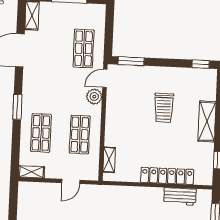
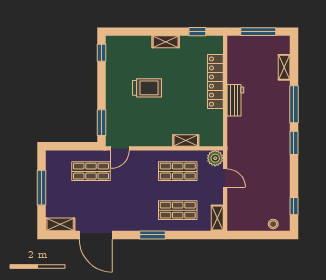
door: (105, 78) -> (120, 148), hinge flipped
plant: (94, 97) -> (215, 158), moved
shelving: (207, 121) -> (166, 42), width x0.67, depth x0.75
shelving: (109, 160) -> (186, 141), moved
workbench: (180, 196) -> (235, 100), moved

